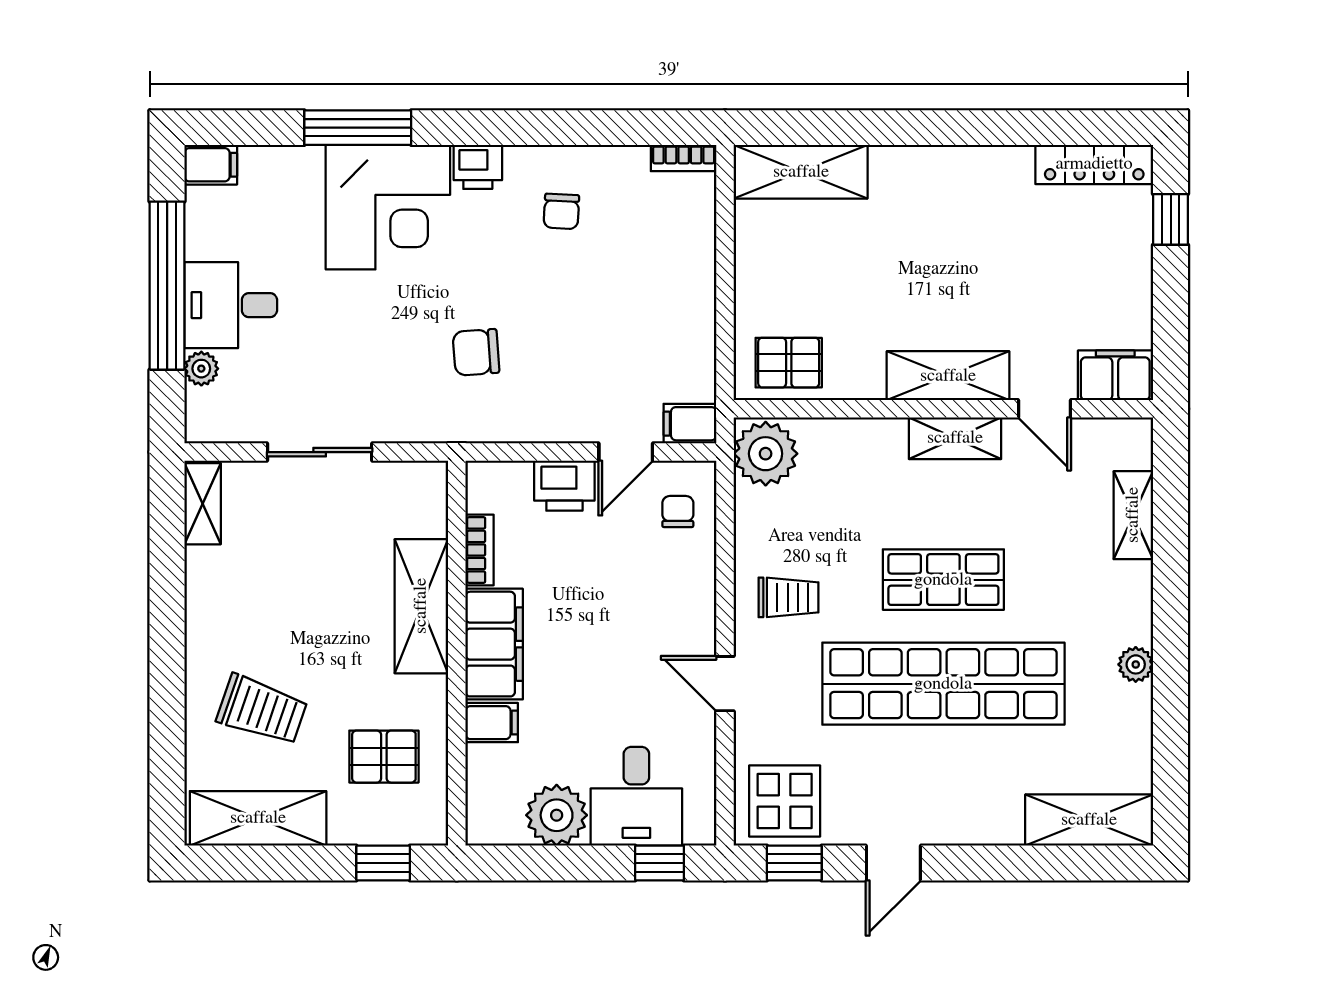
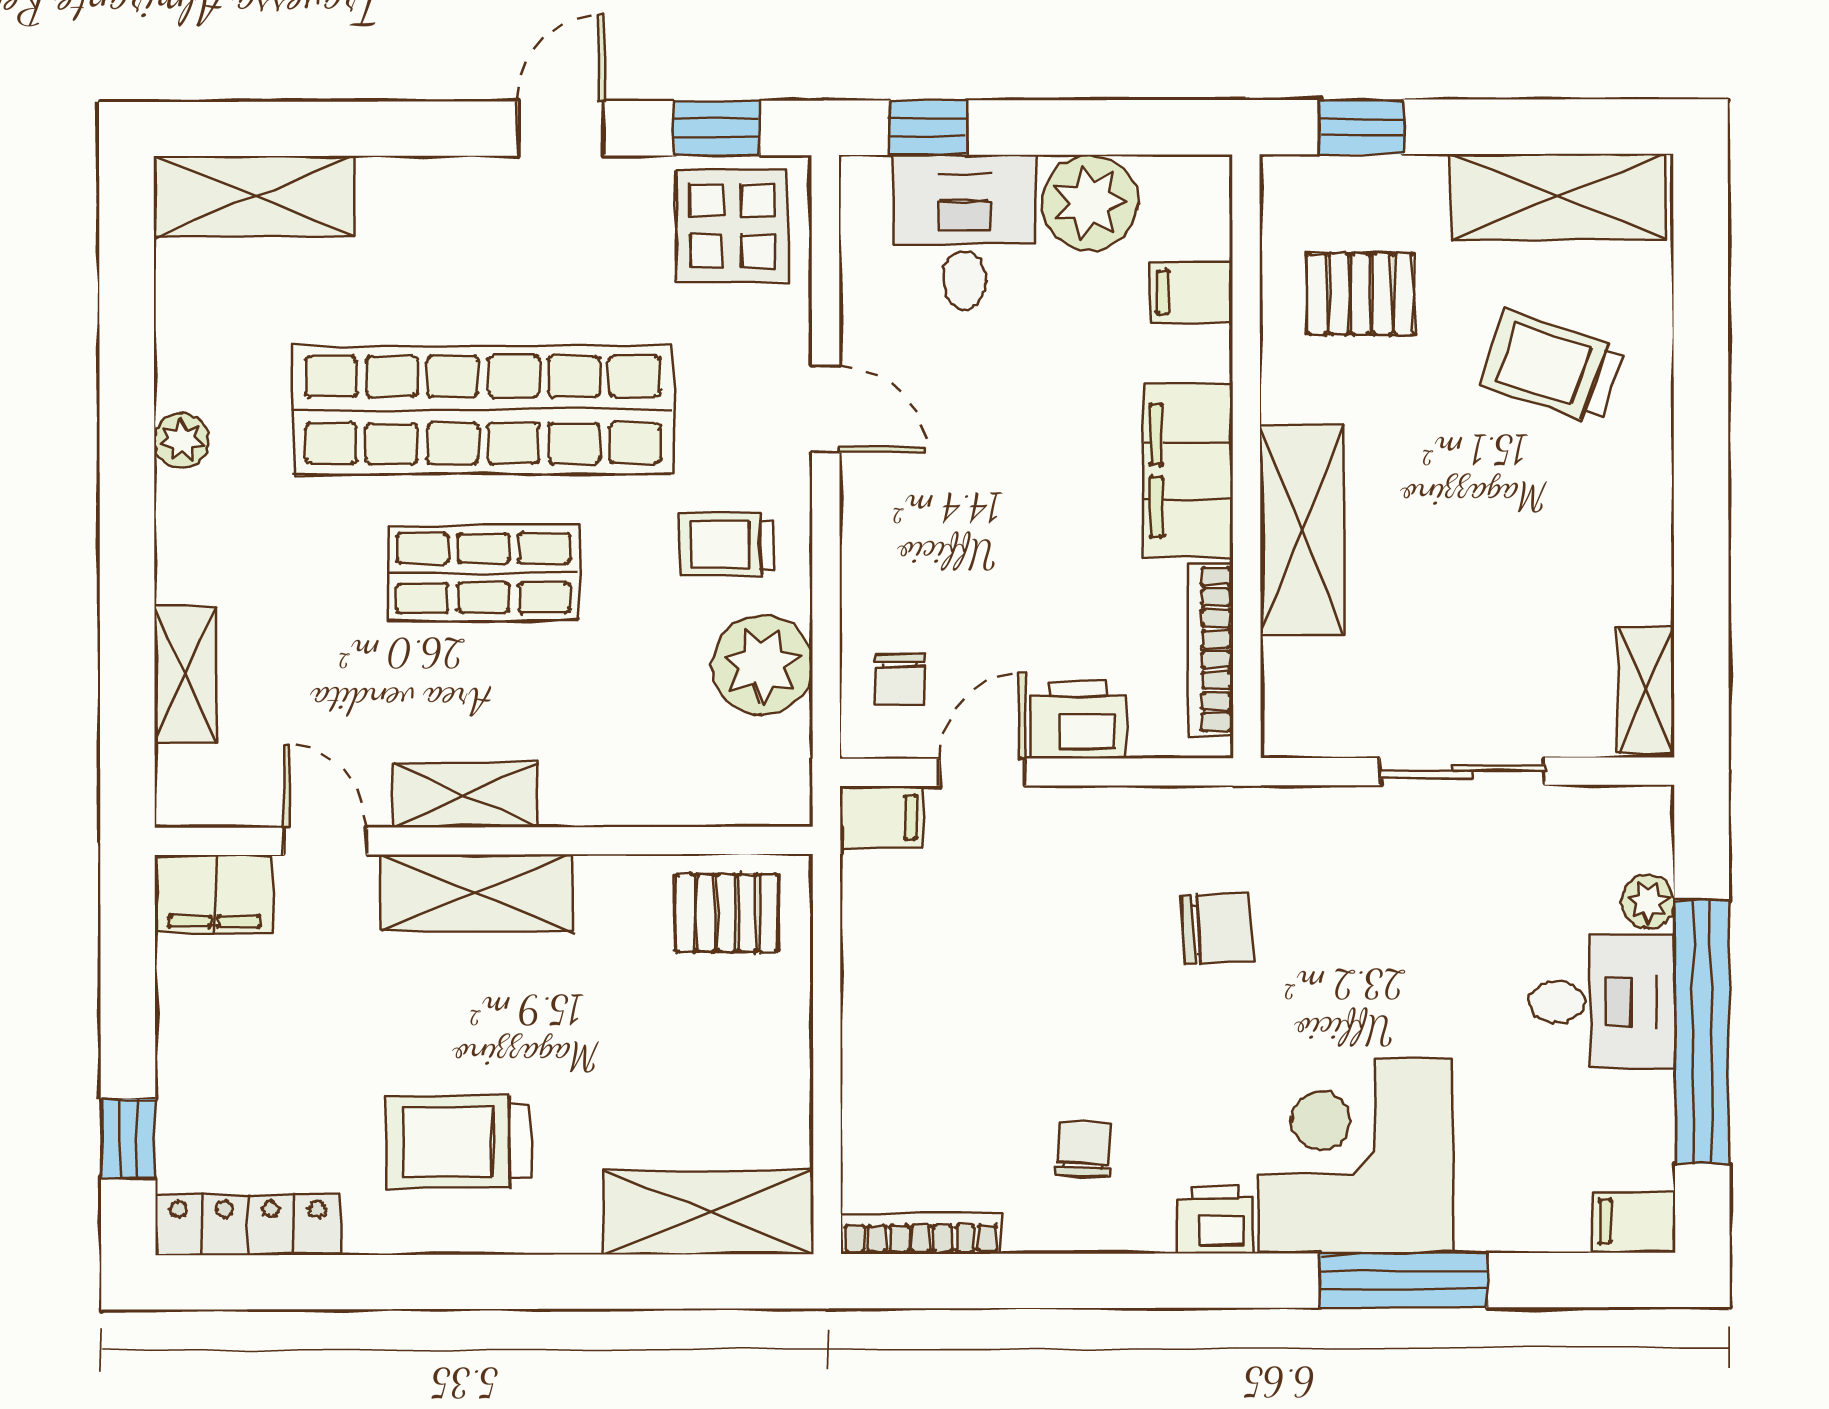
bookcase: (684, 158) -> (921, 1233), width x1.56
trolley: (960, 217) -> (458, 1142), added
plant: (766, 454) -> (763, 665), moved
bookcase: (480, 550) -> (1211, 649), width x1.56
filing cabinet: (492, 723) -> (1191, 292), moved

